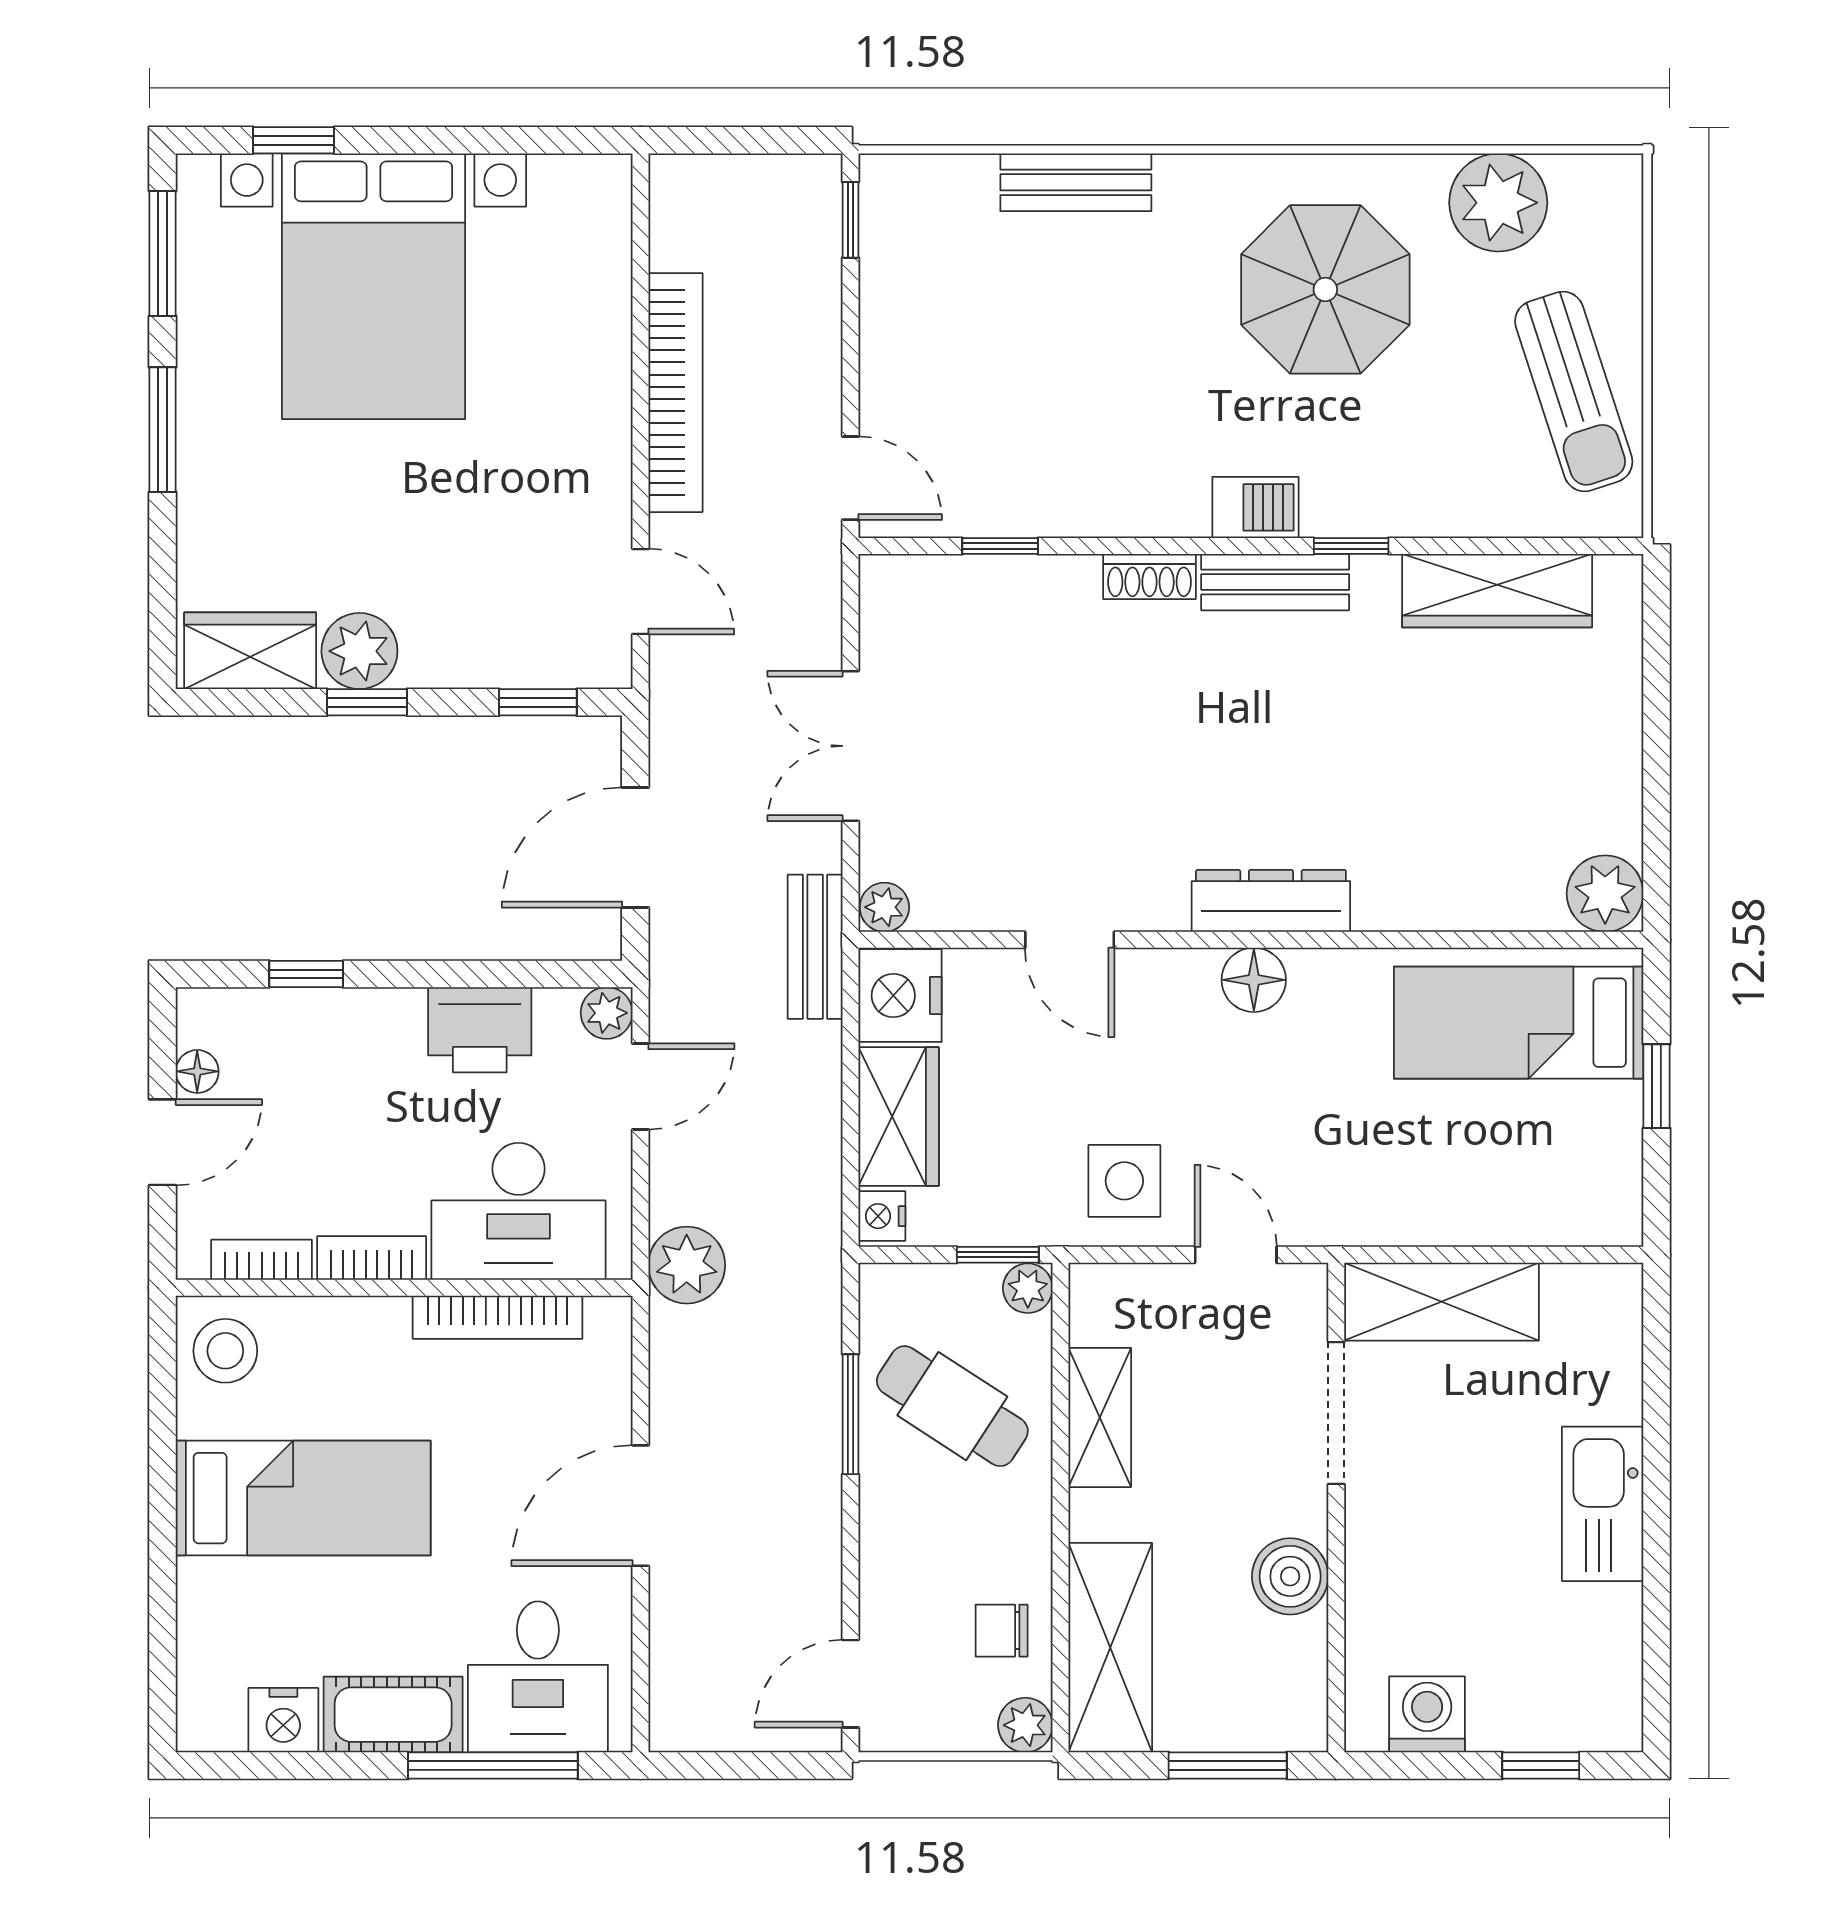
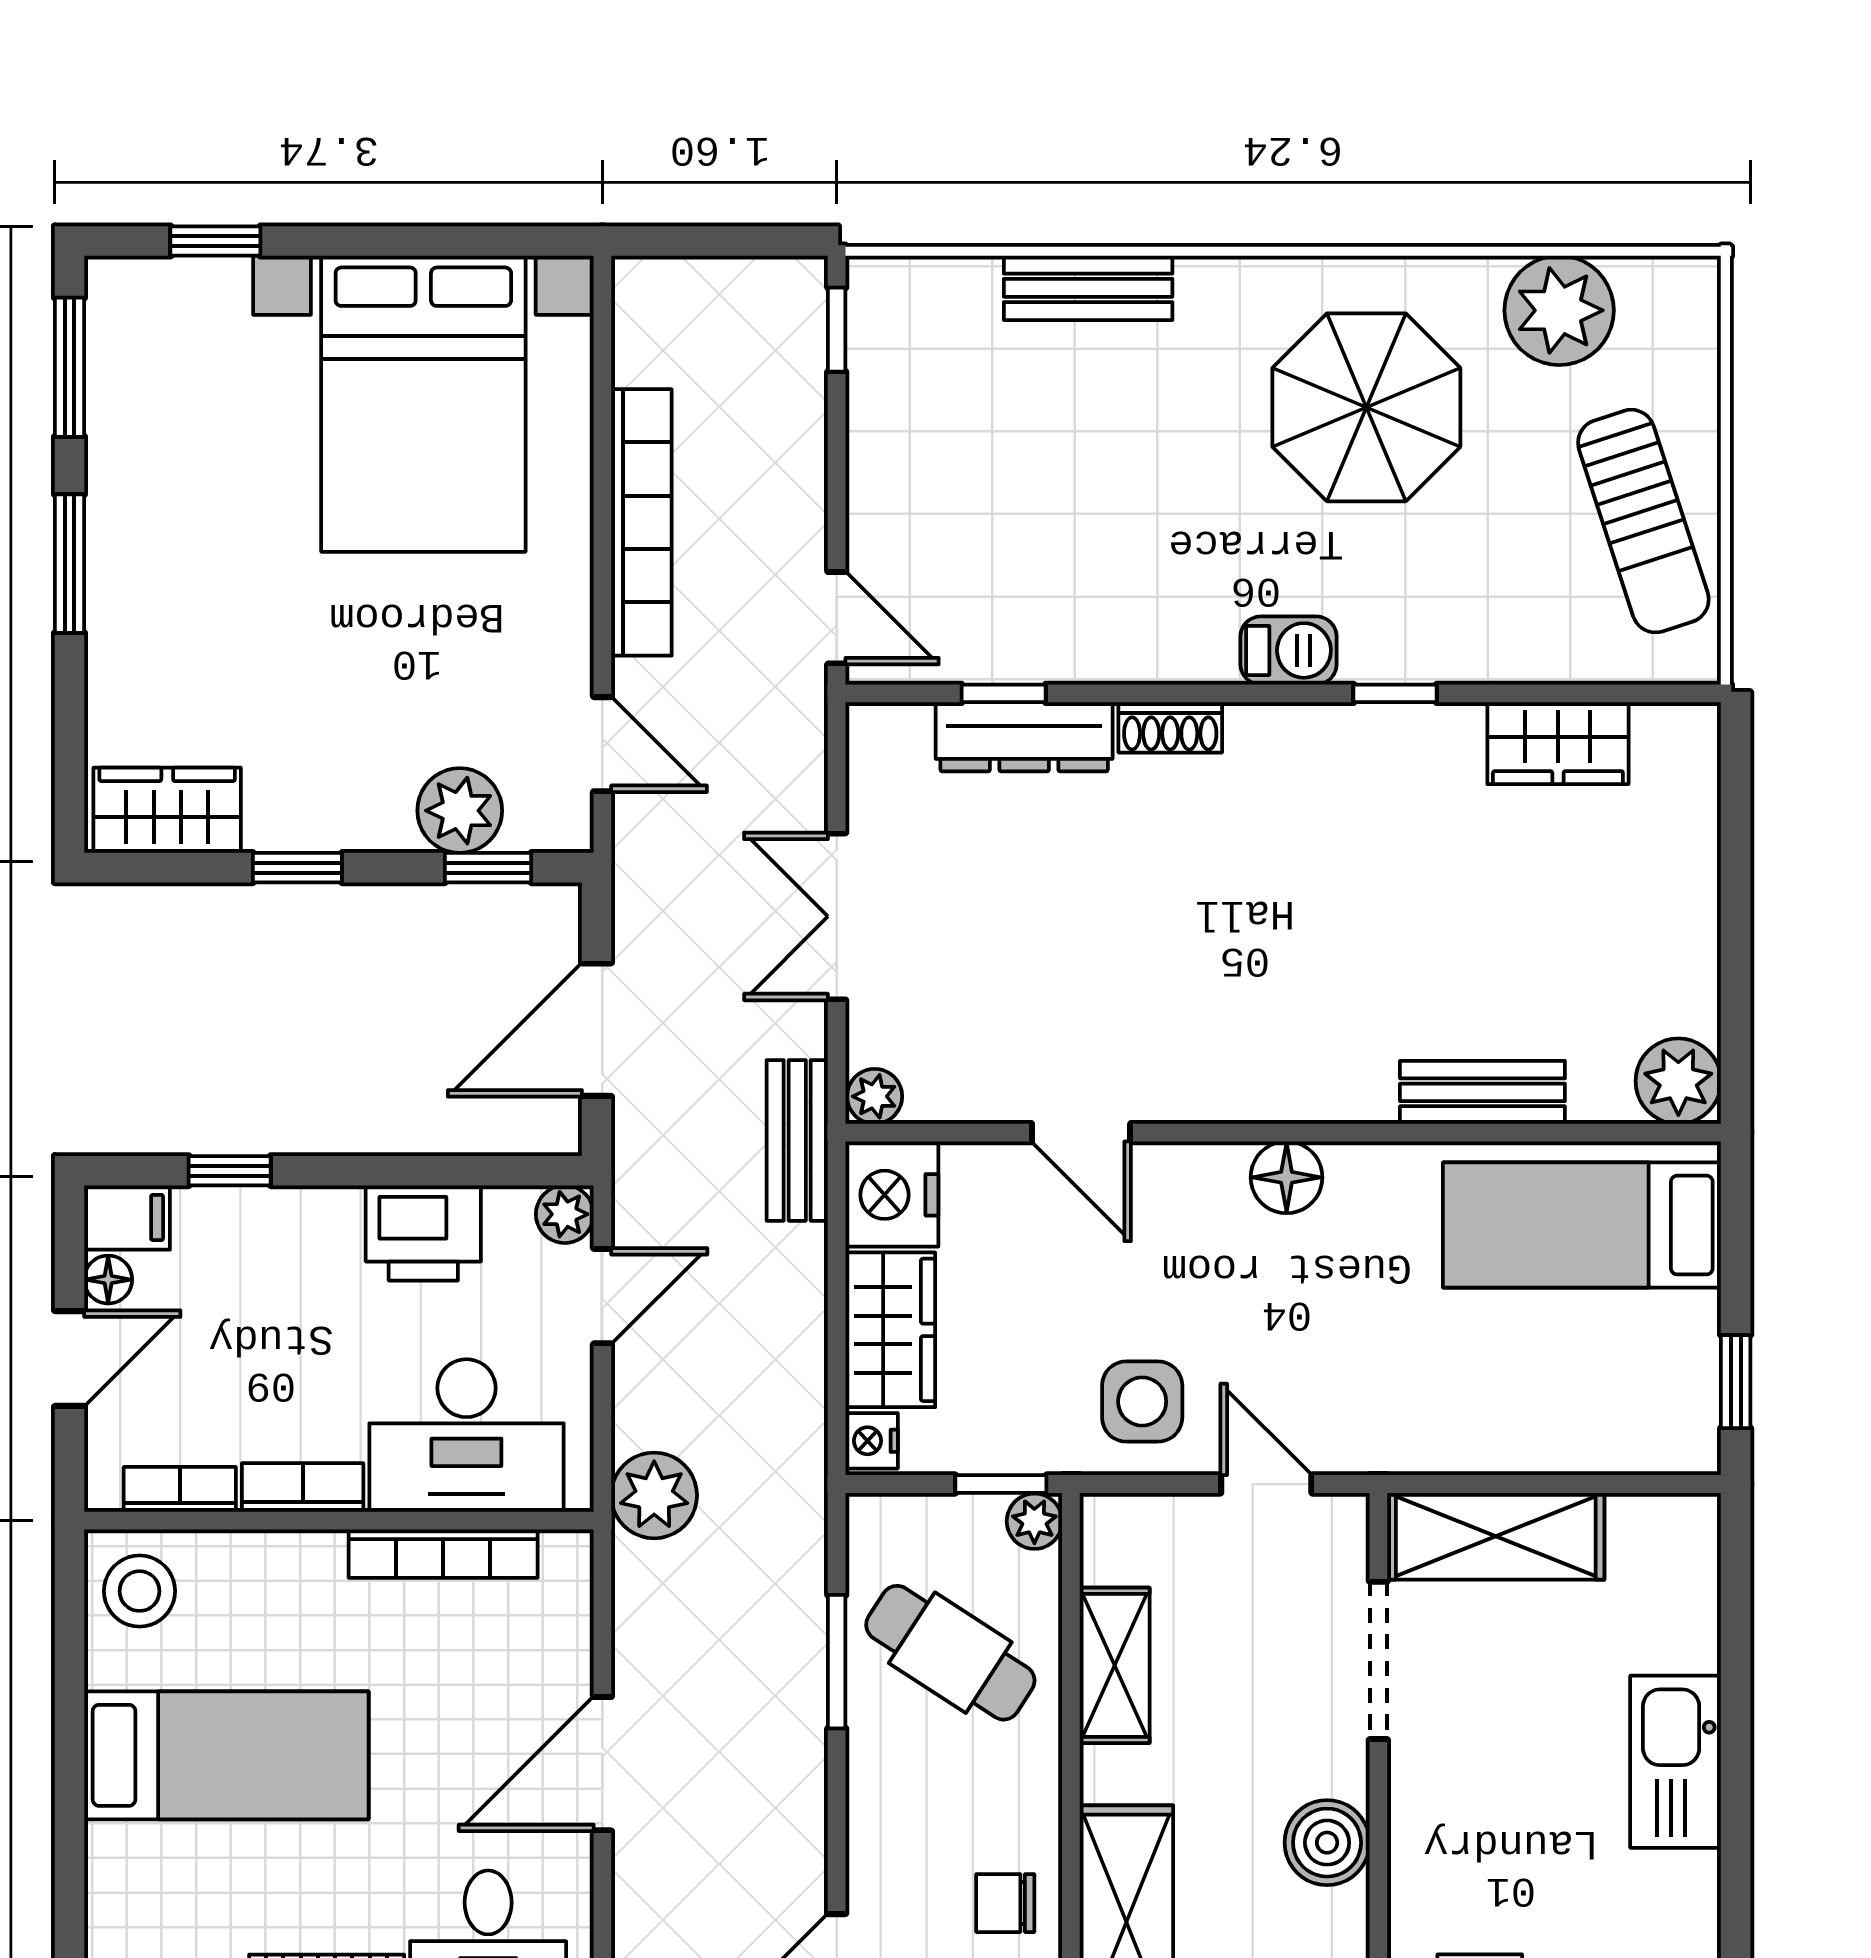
bed with nightstands: (374, 286) -> (423, 404), moved
bench: (1275, 582) -> (1482, 1092), moved
wardrobe: (1497, 591) -> (1558, 743), width x0.67
plant: (359, 651) -> (460, 811), moved
dresser: (1271, 901) -> (1024, 737), moved, turned 180
filing cabinet: (214, 1016) -> (127, 1217), added
window: (1656, 1086) -> (1736, 1382), moved

